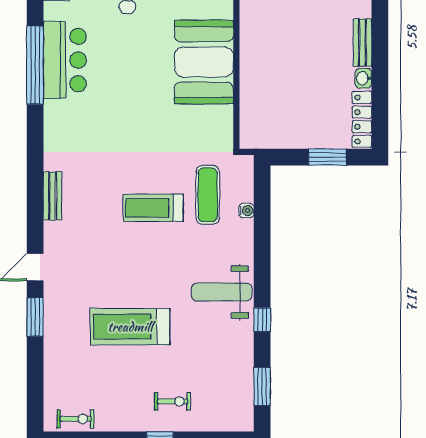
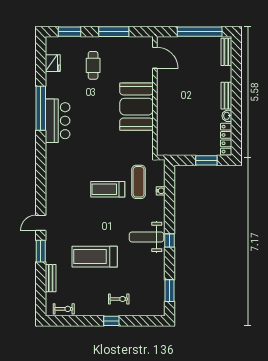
bar counter: (65, 60) -> (58, 121), moved
bench: (52, 196) -> (51, 278), moved
window: (262, 320) -> (169, 240), moved

